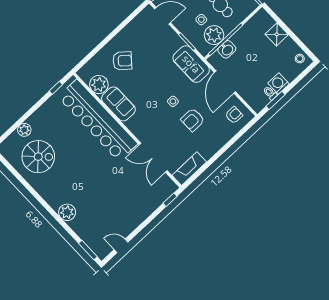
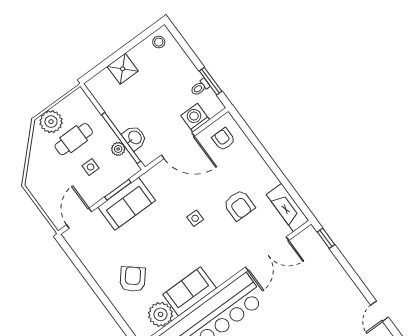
plant: (214, 35) -> (118, 149), width x0.53, depth x0.53
sofa: (191, 64) -> (127, 204), moved
washing machine: (279, 84) -> (195, 118), moved, turned 90
armchair: (193, 120) -> (239, 205), moved

